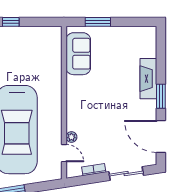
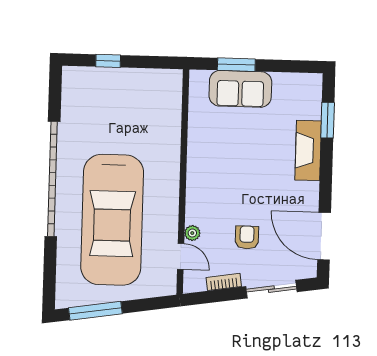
sofa: (78, 54) -> (240, 89), moved, turned 90
window: (161, 96) -> (328, 120), moved
armchair: (109, 139) -> (247, 237), added

